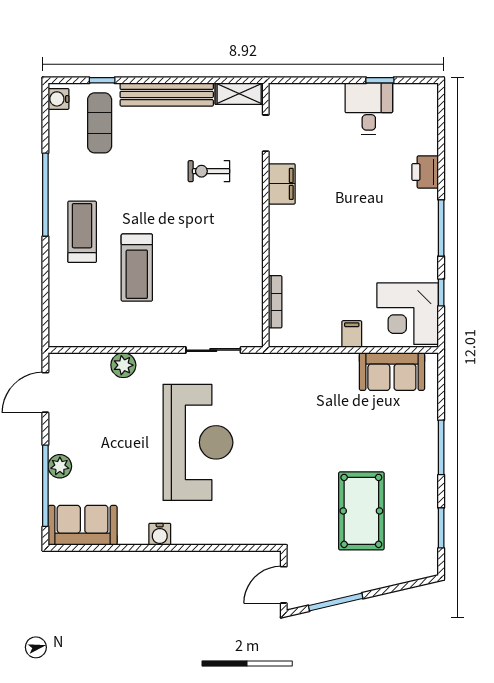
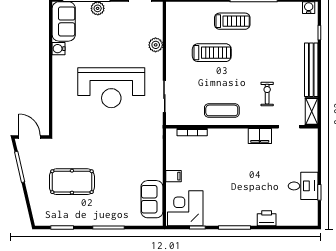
exercise mat: (100, 123) -> (222, 110), moved
treadmill: (137, 268) -> (212, 53), turned 180
water cooler: (160, 534) -> (59, 49), moved

